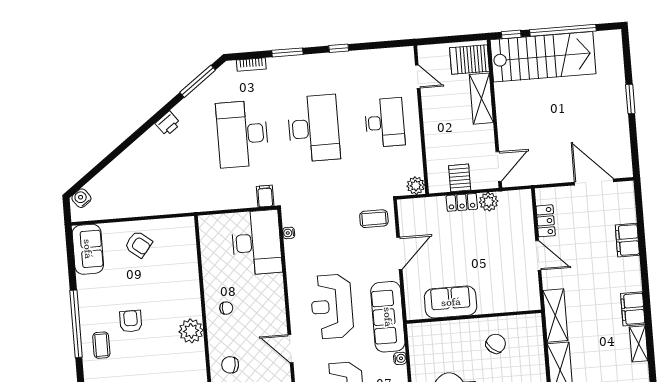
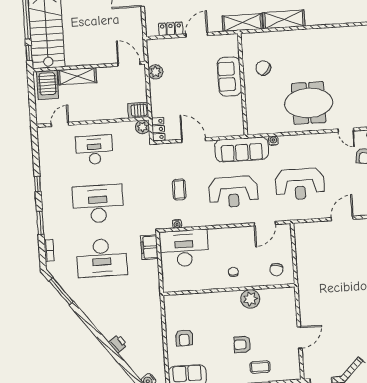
printer: (168, 124) -> (118, 344), moved
server rack: (460, 178) -> (138, 110), moved
filing cabinet: (265, 196) -> (149, 247), width x2.00
locker: (462, 202) -> (158, 129), moved
coffee table: (374, 219) -> (179, 189), moved
armchair: (138, 244) -> (184, 338), turned 142
sofa: (451, 302) -> (229, 76), moved

